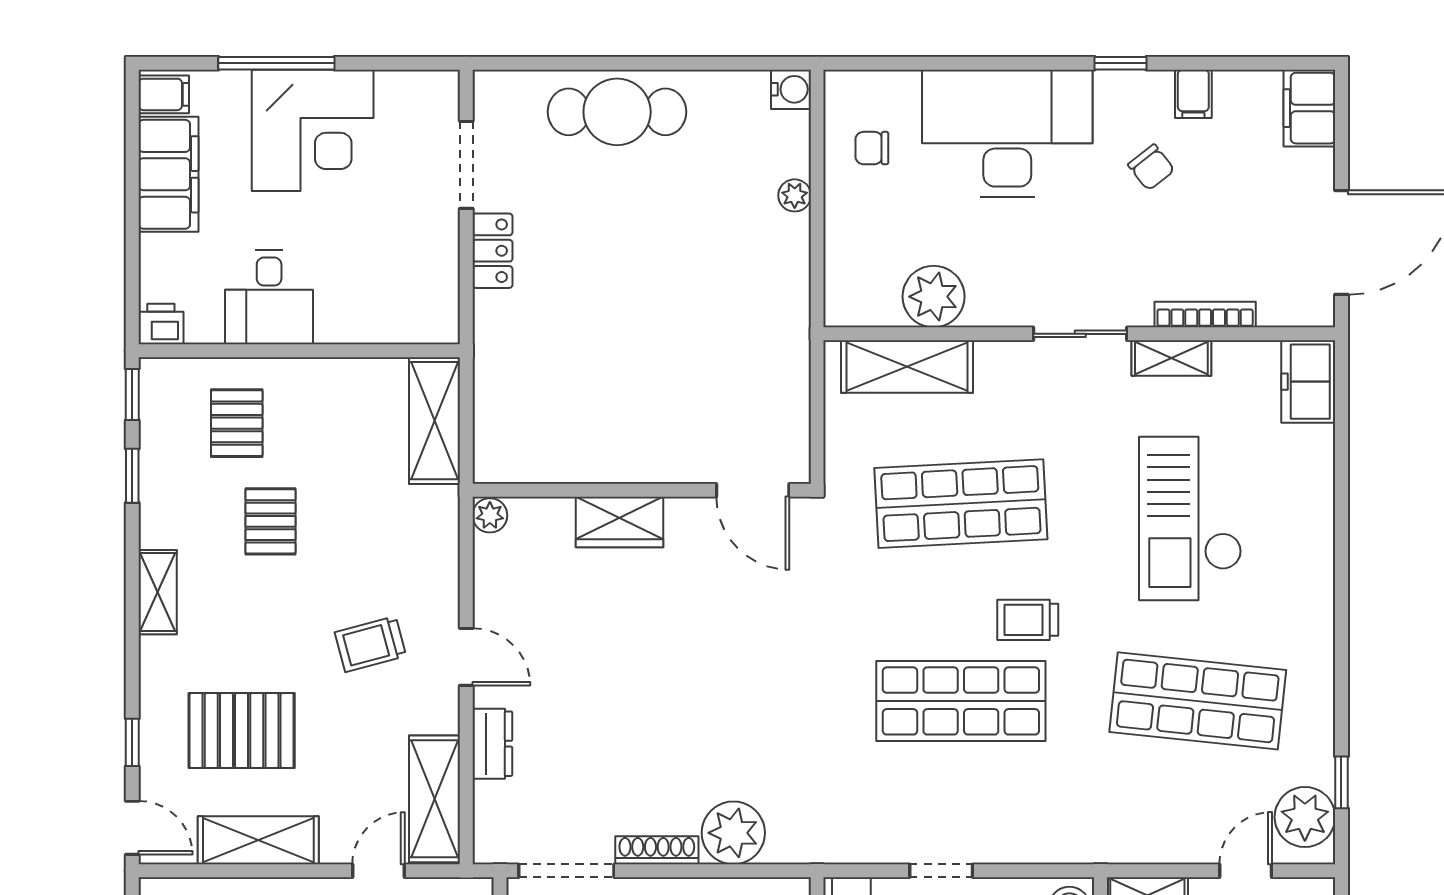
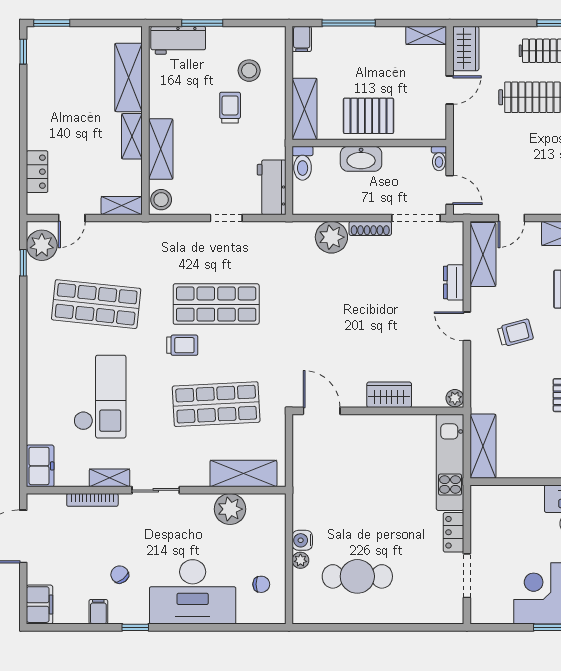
water cooler: (791, 89) -> (302, 540), moved
cafe table: (617, 112) -> (357, 576), moved
kitchen unit: (499, 389) -> (450, 462), added

